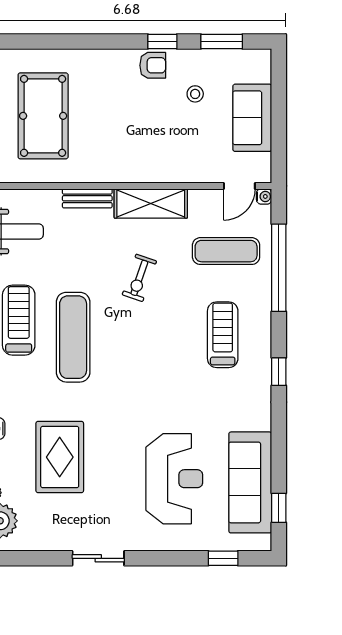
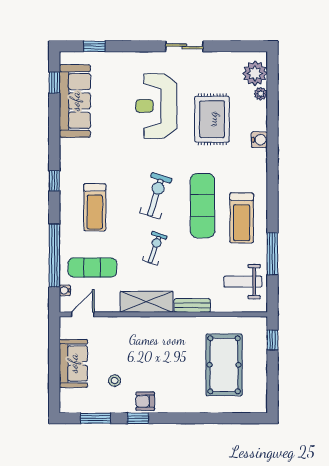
water cooler: (264, 196) -> (65, 290), moved
exercise bike: (138, 351) -> (156, 196), added
reception desk: (174, 479) -> (156, 106), moved

